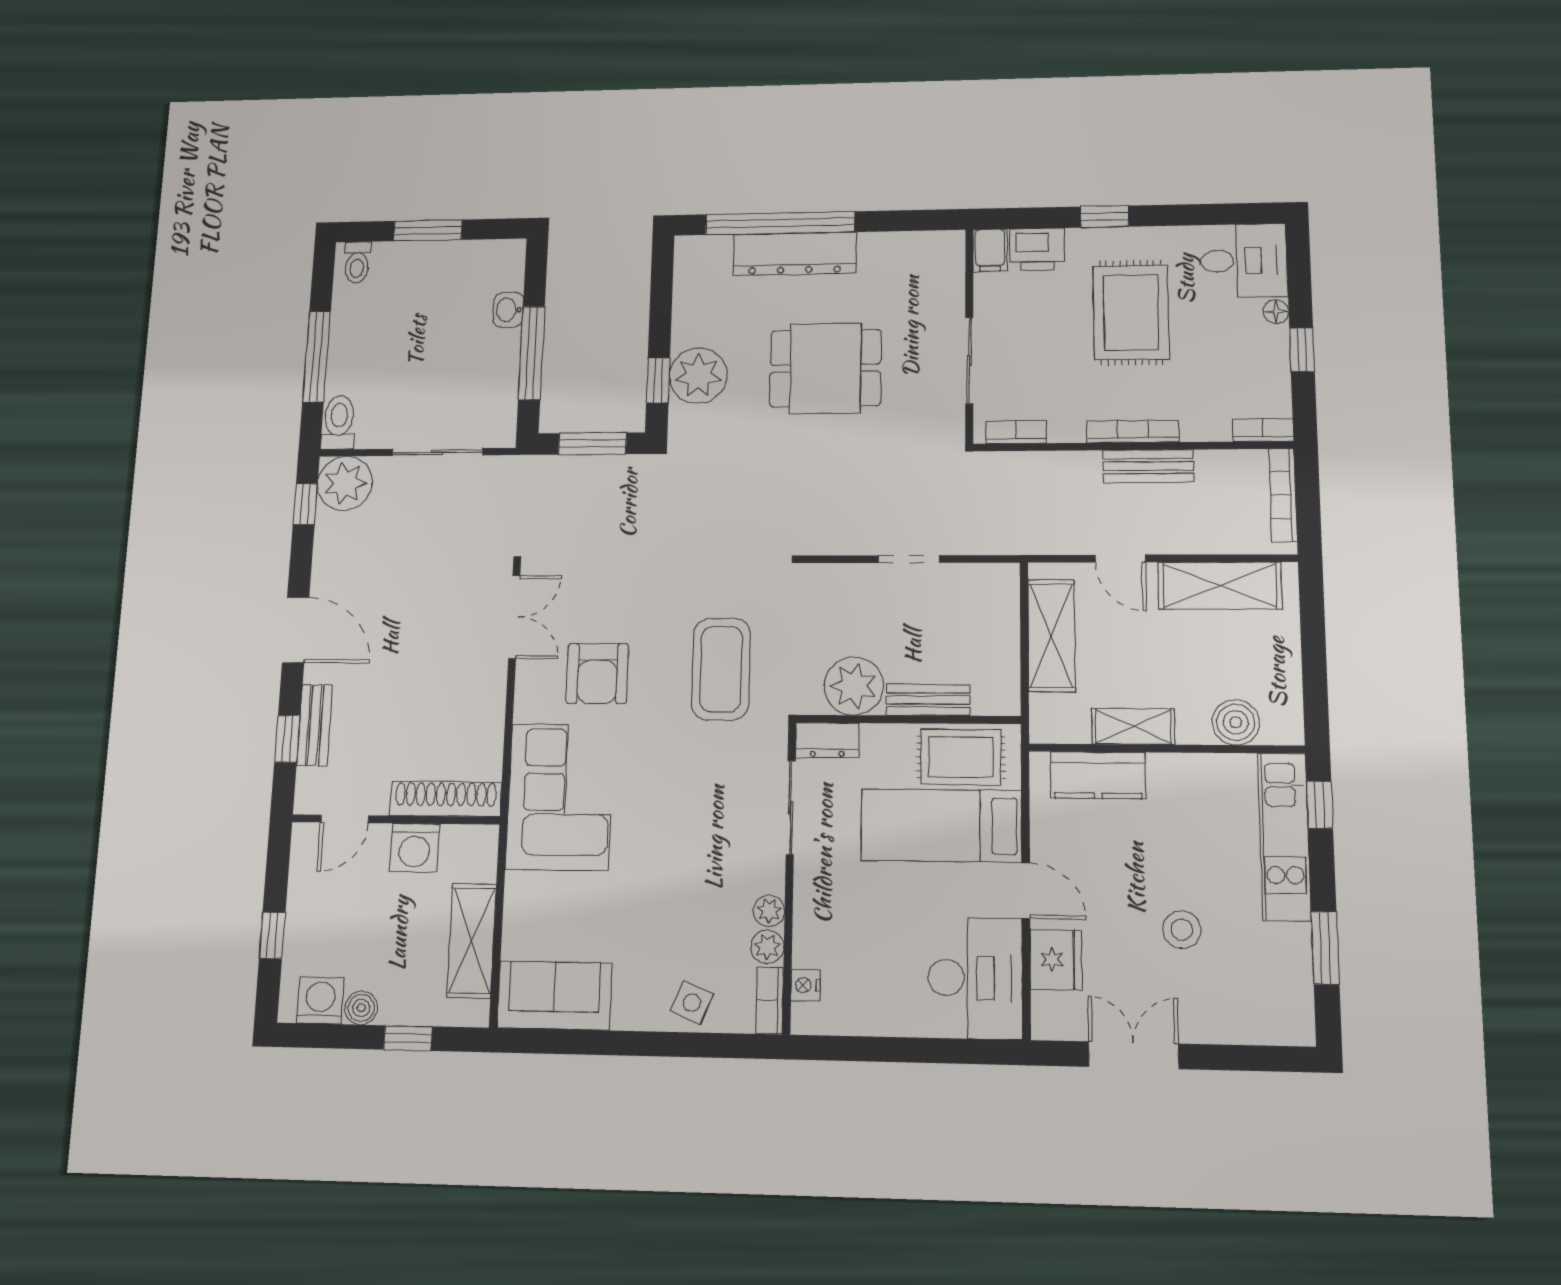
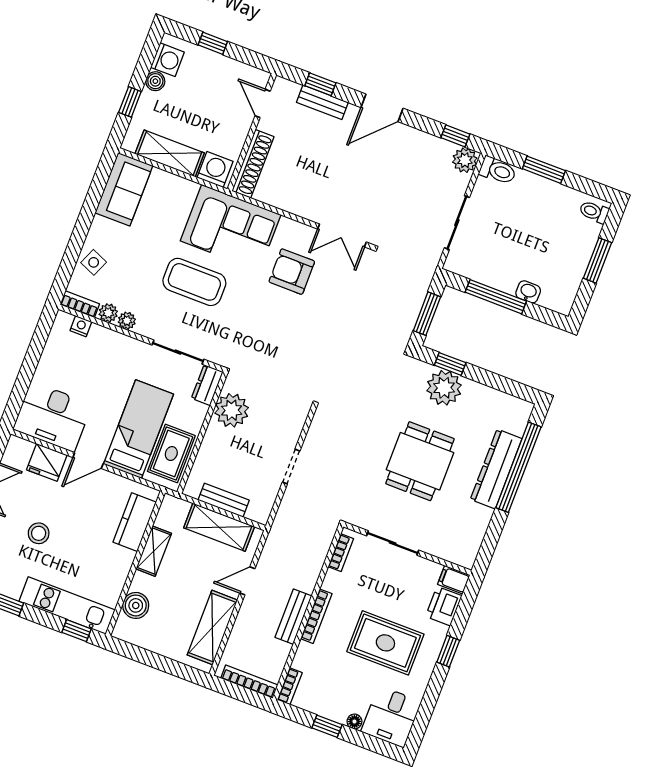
window: (317, 357) -> (544, 170), width x0.69
plant: (345, 483) -> (465, 160), width x0.73, depth x0.73
coffee table: (721, 669) -> (194, 282), moved
bench: (928, 700) -> (224, 500), moved, turned 90
washing machine: (414, 848) -> (215, 170), moved, turned 90

